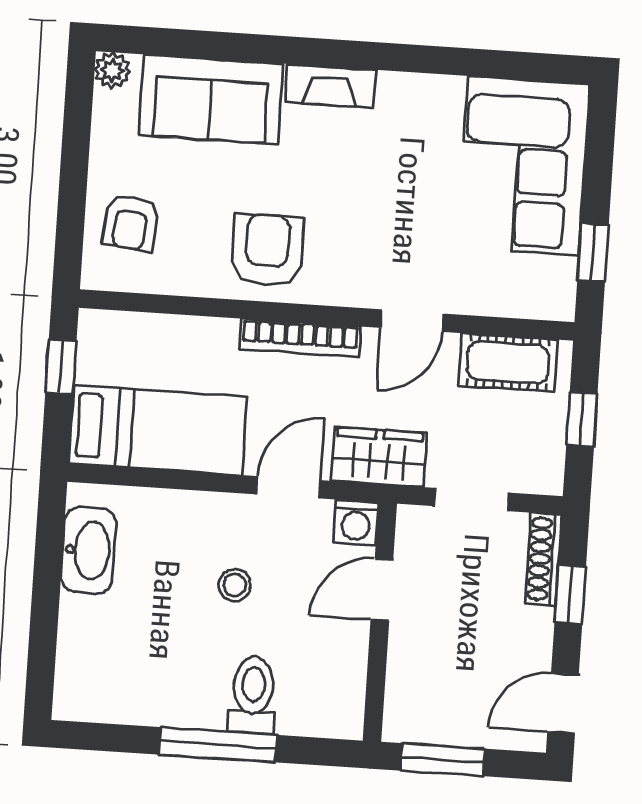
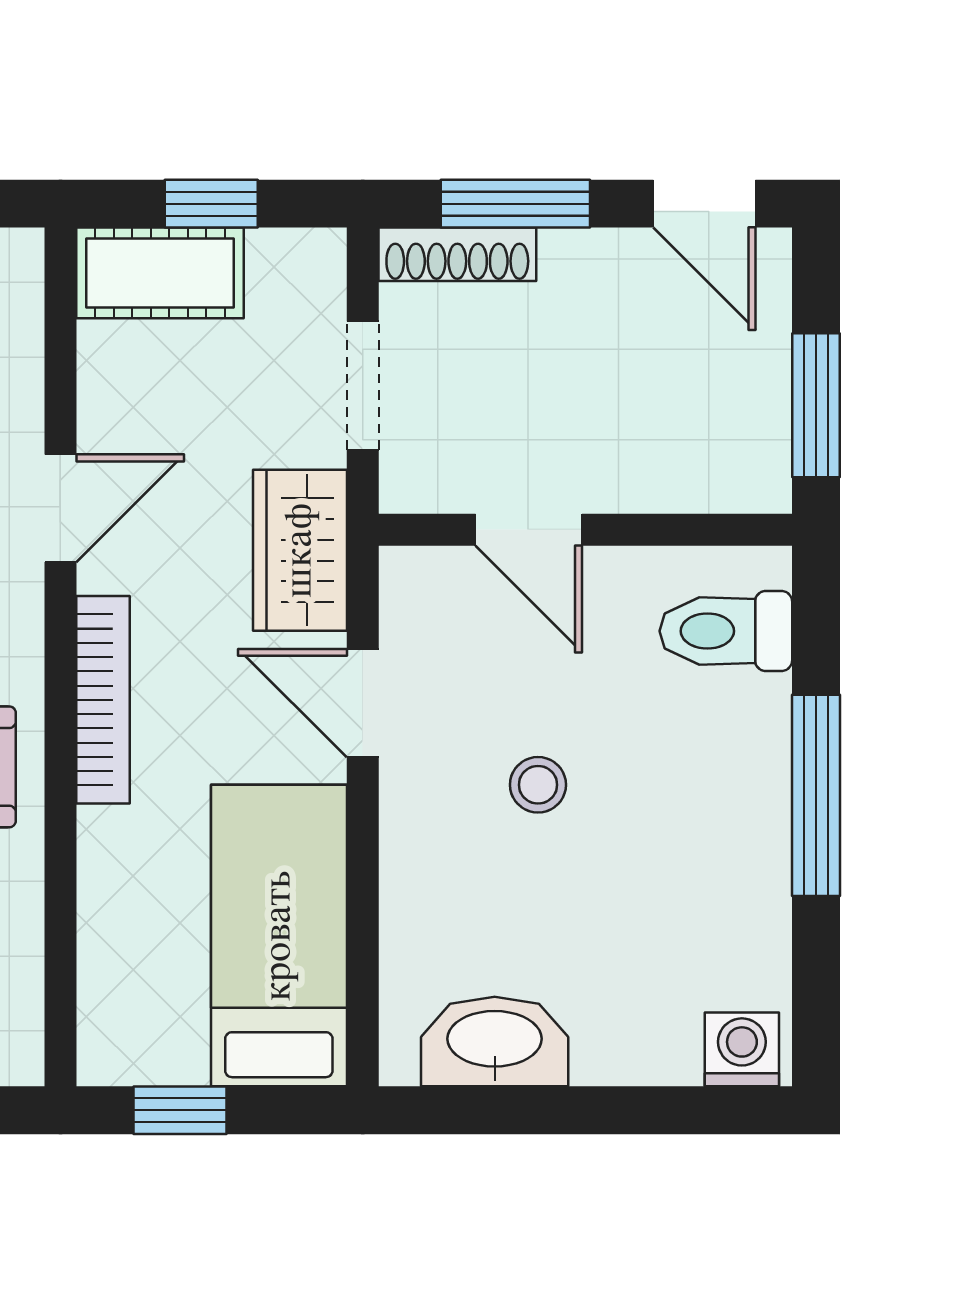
door: (412, 321) -> (60, 508), hinge flipped
cot: (508, 363) -> (160, 273), moved, turned 90
washing machine: (356, 522) -> (742, 1049), moved, turned -90
window: (570, 594) -> (515, 204), width x1.50
toilet: (253, 695) -> (726, 631), moved

